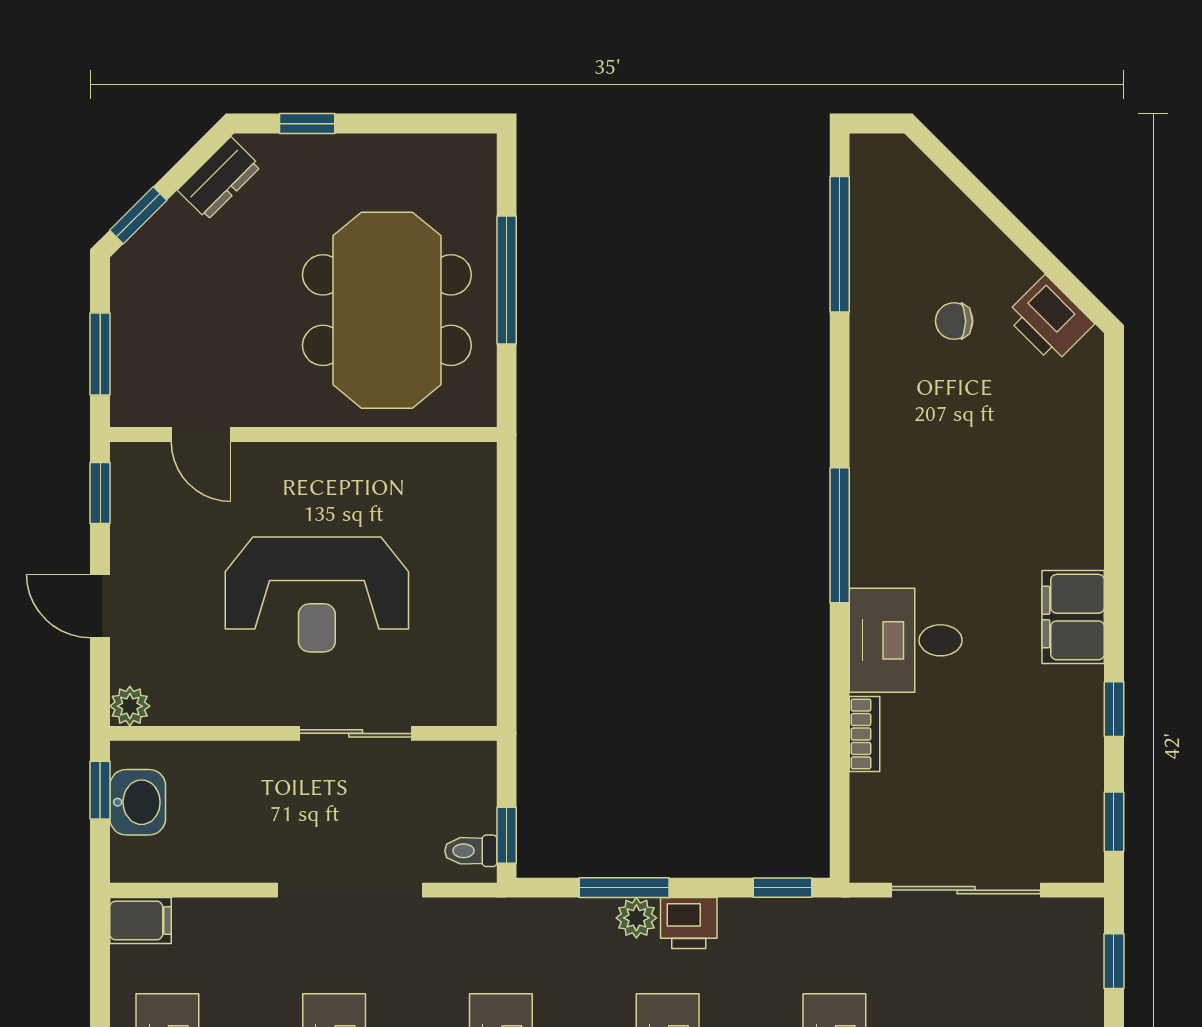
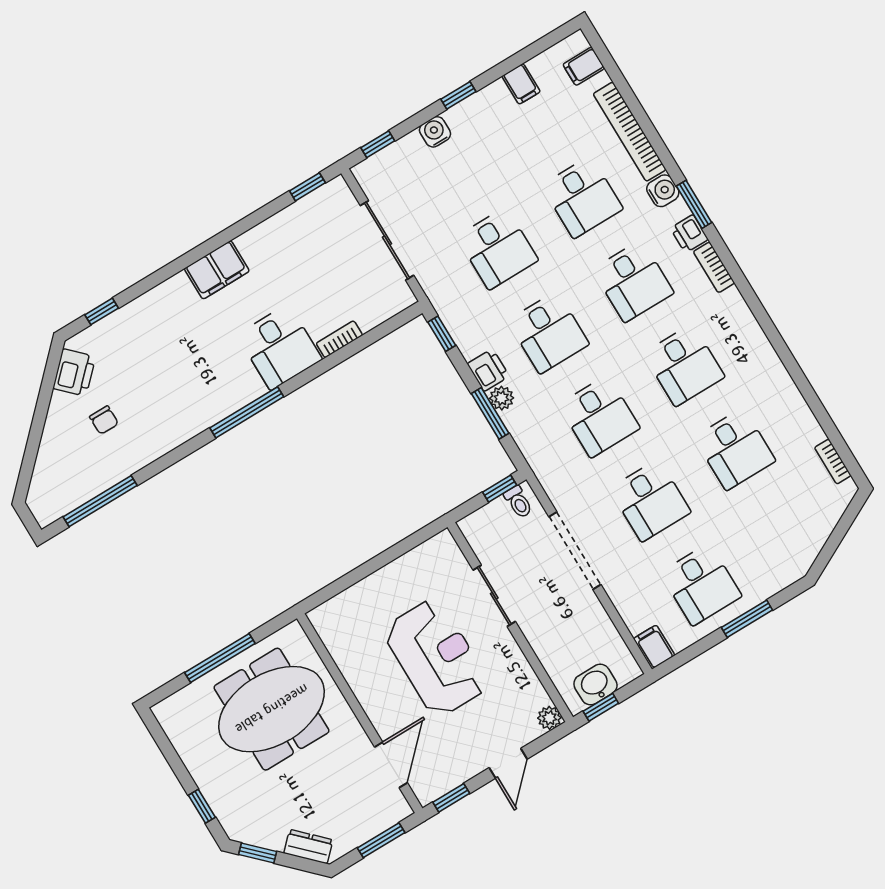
dresser: (219, 178) -> (308, 847), moved
window: (138, 215) -> (258, 853), moved
door: (201, 435) -> (391, 765), width x1.38
window: (1114, 709) -> (102, 311), moved

